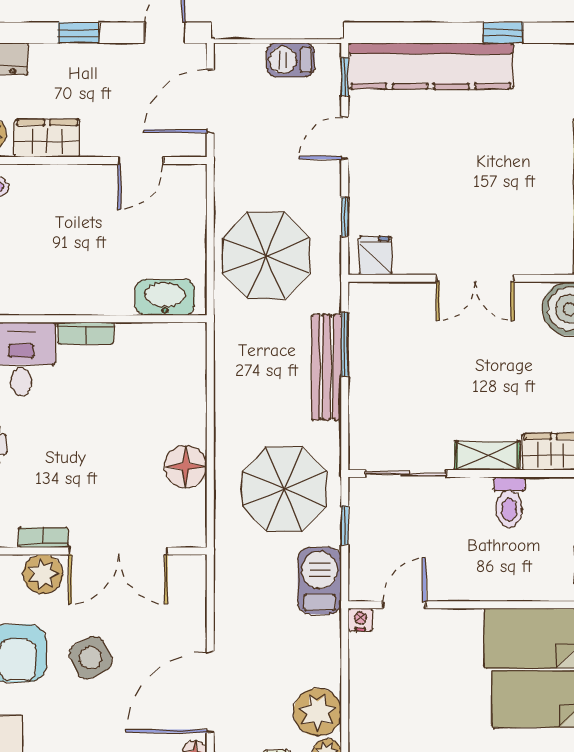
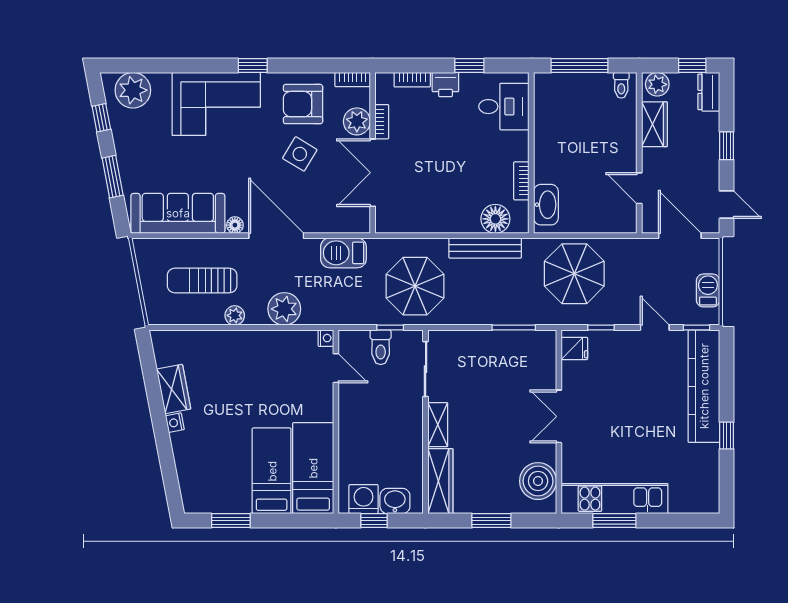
bookcase: (86, 333) -> (521, 181), moved
bench: (327, 367) -> (485, 248), moved
floor lamp: (186, 466) -> (495, 219), moved
toilet: (509, 502) -> (381, 347), moved, turned -90
barbecue: (320, 581) -> (343, 253), moved, turned 180
side table: (91, 658) -> (300, 154), turned -32
plant: (318, 712) -> (284, 309), moved

